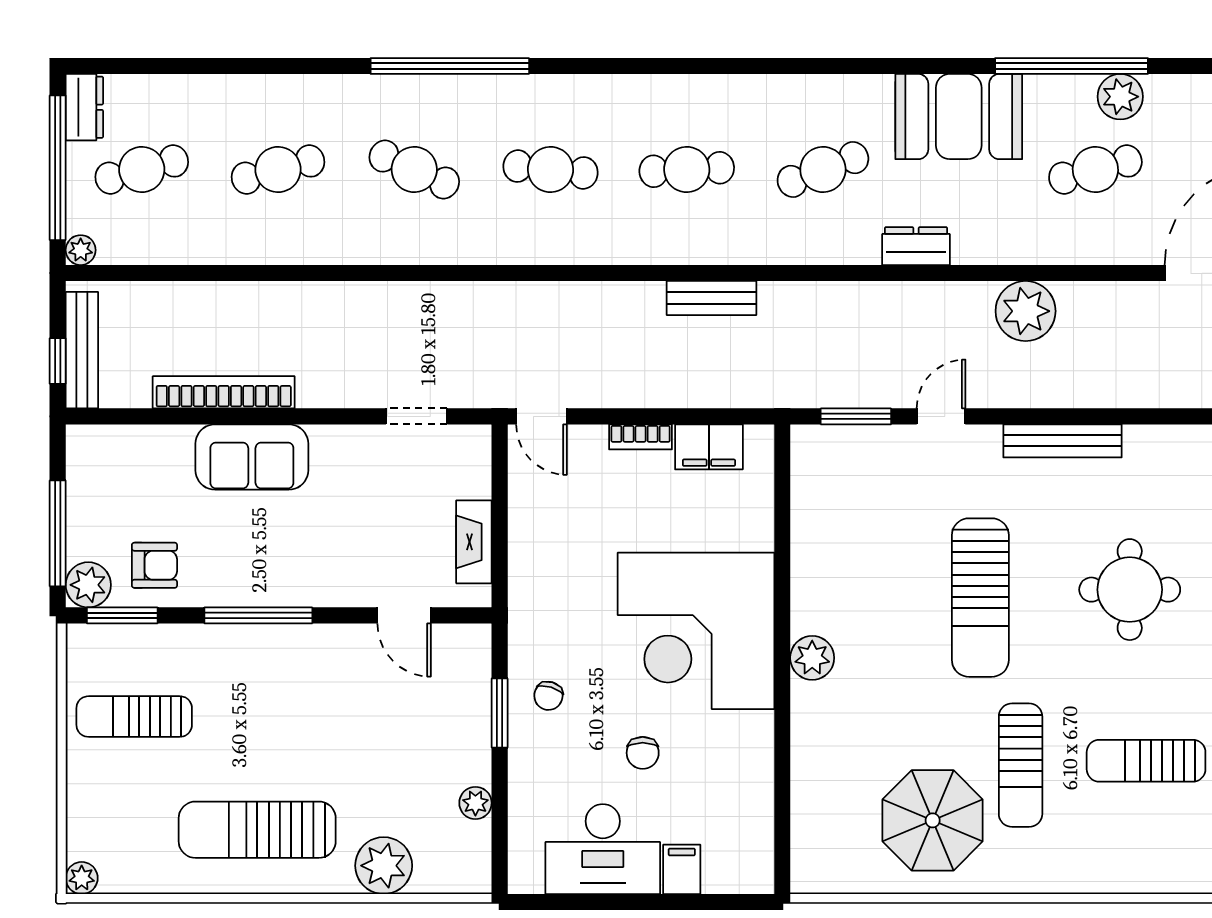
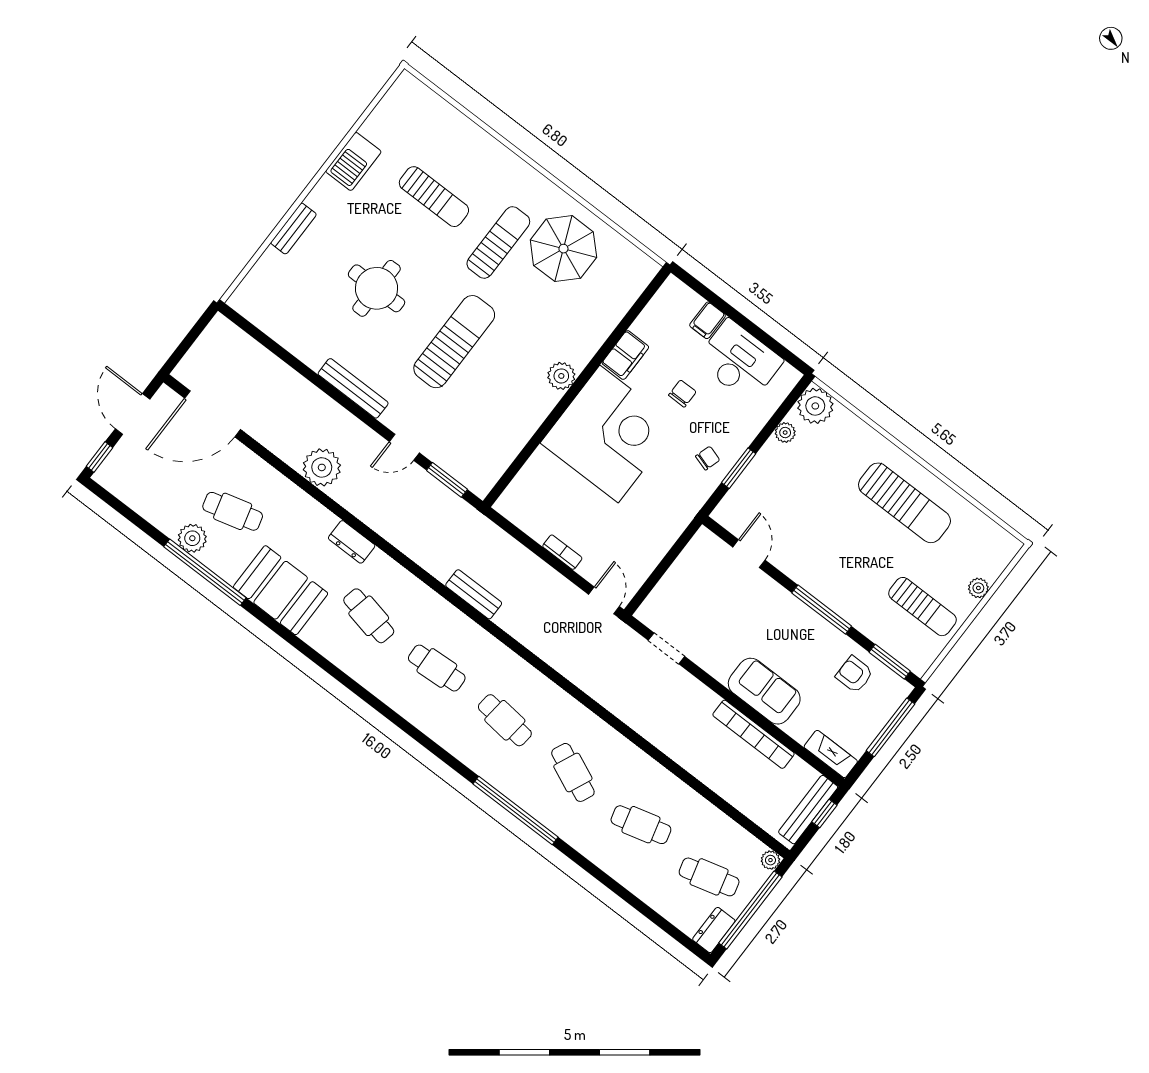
cafe table: (823, 170) -> (369, 616), turned 33
filing cabinet: (709, 447) -> (625, 355), moved, turned 90
fireplace: (474, 542) -> (831, 754), moved, turned -90
plant: (88, 585) -> (895, 690), removed
plant: (384, 866) -> (815, 406), moved
plant: (82, 878) -> (978, 588), moved

